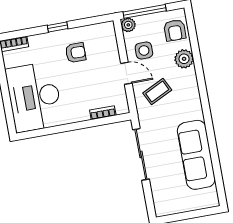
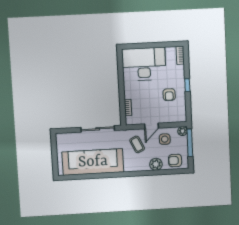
sofa: (196, 155) -> (93, 162), width x1.36, depth x1.27

